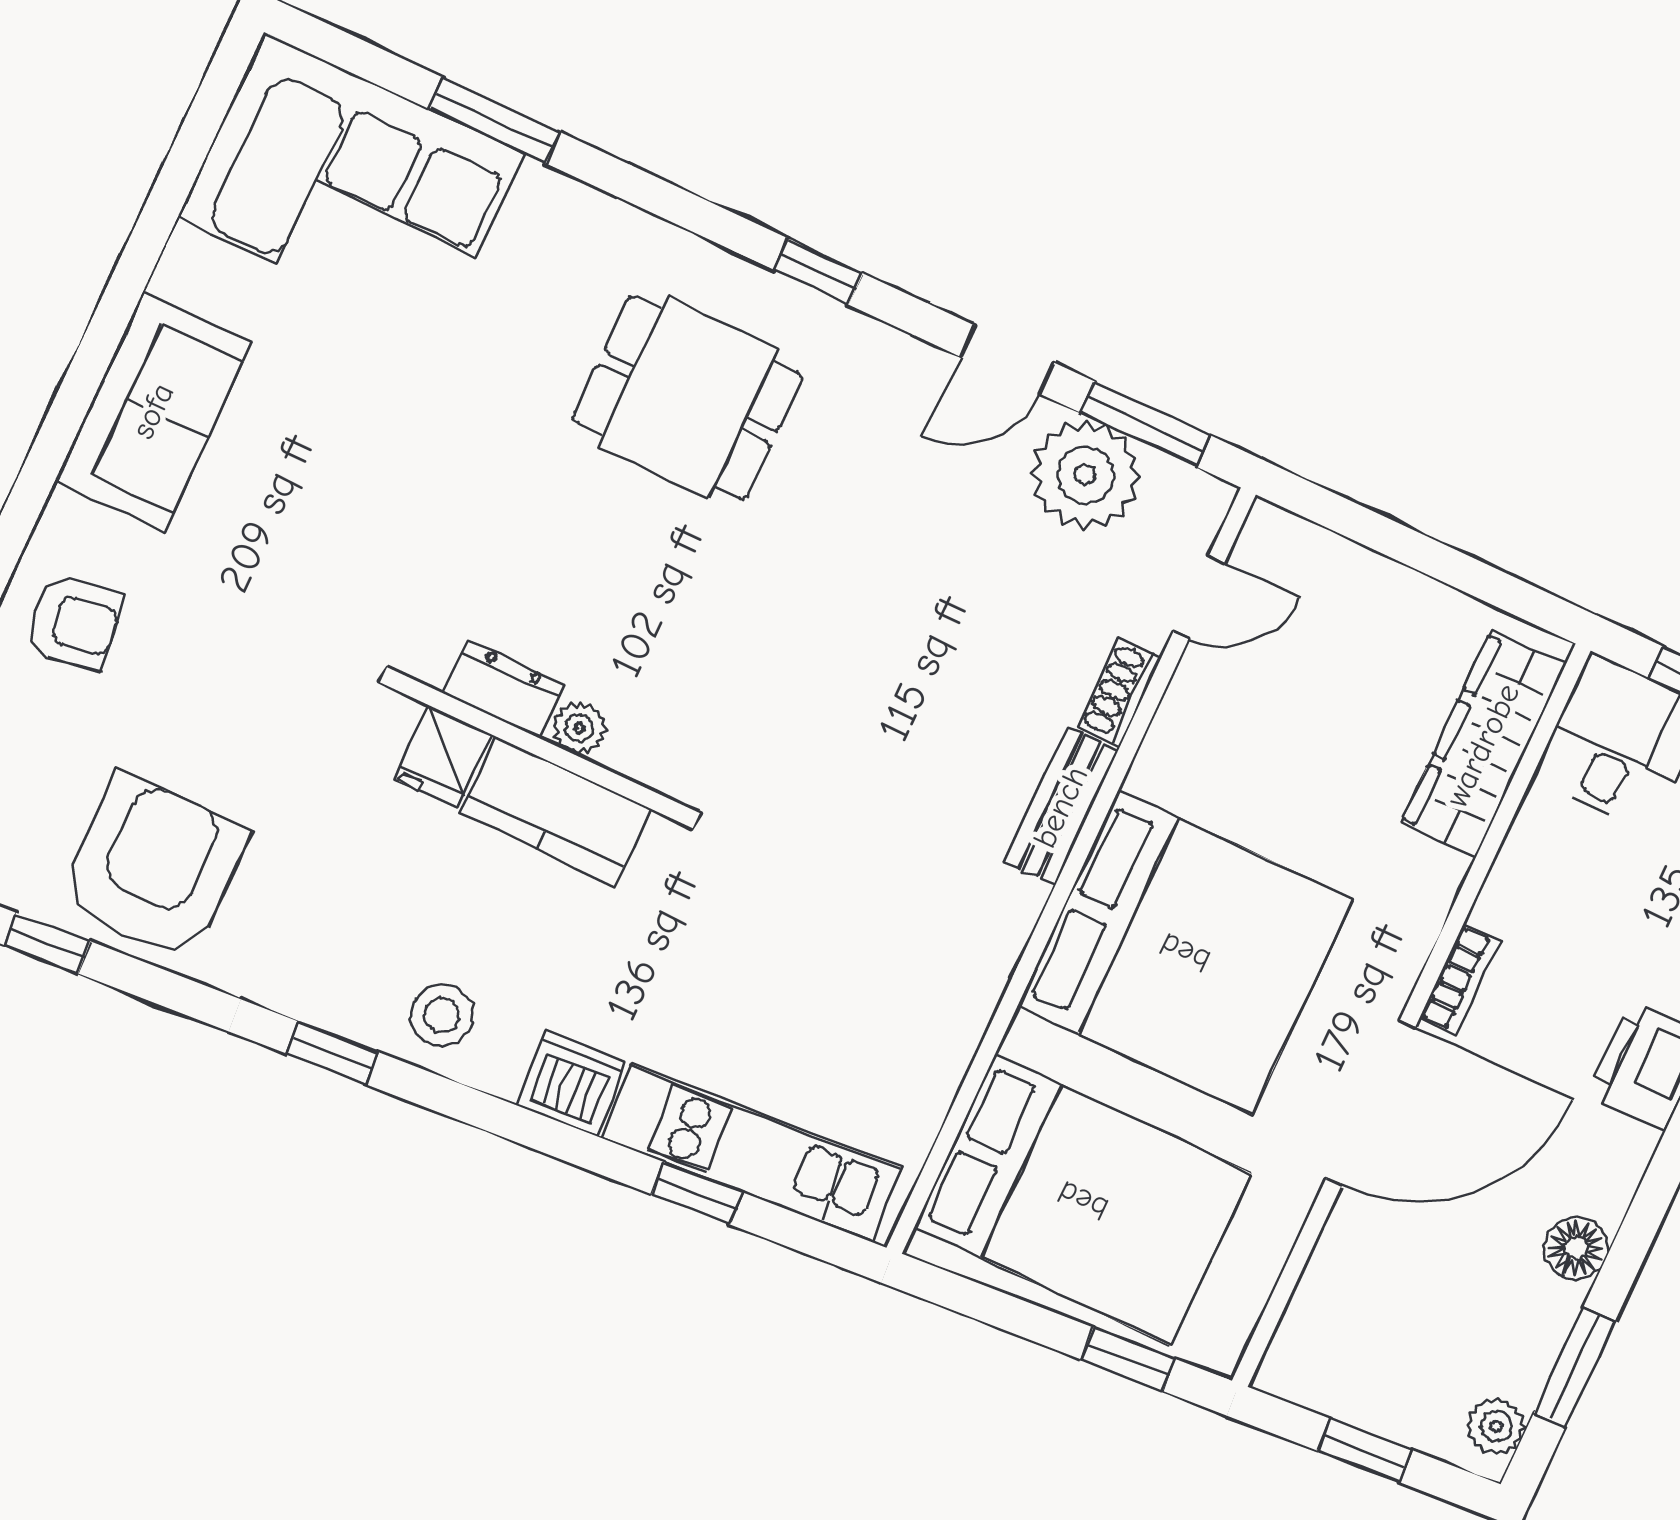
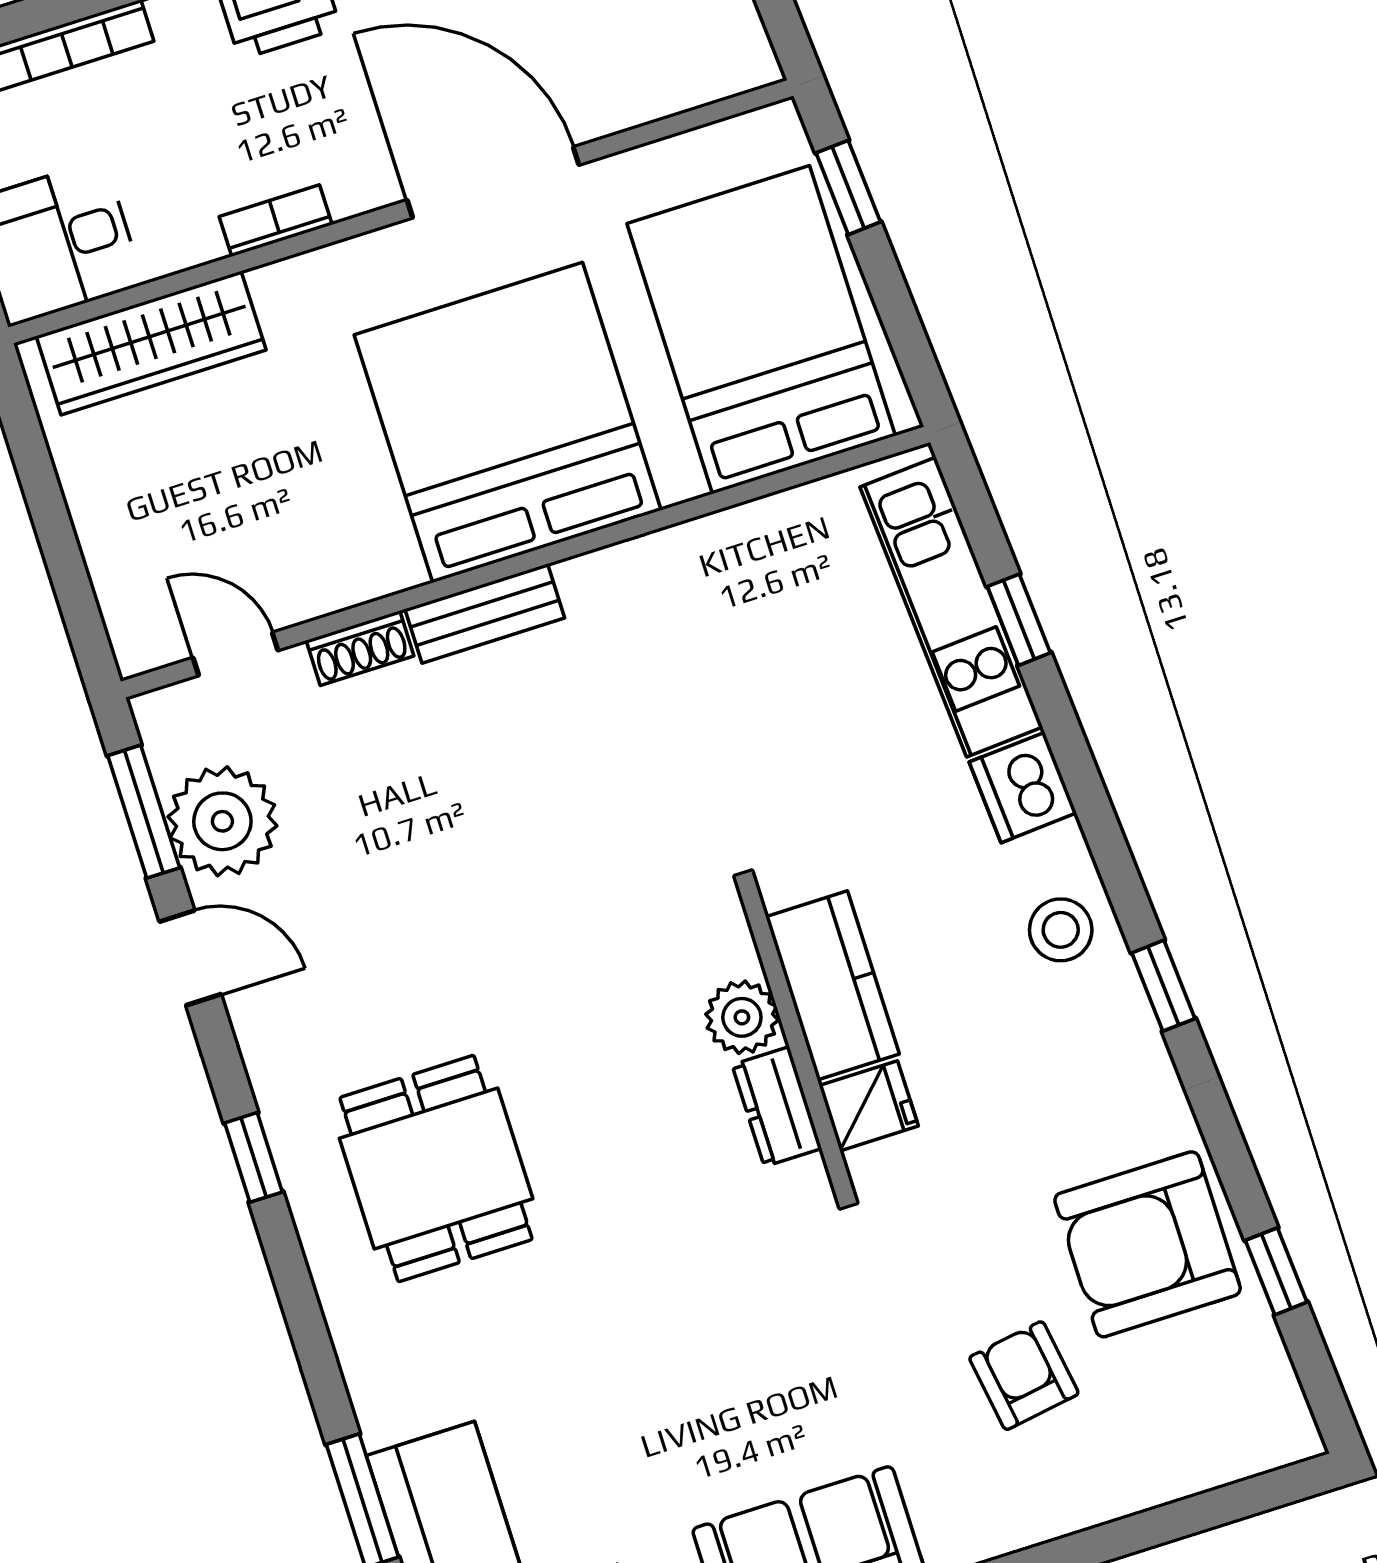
armchair: (74, 623) -> (1024, 1376), moved
plant: (579, 728) -> (742, 1017), width x1.38, depth x1.38
bookcase: (1460, 980) -> (276, 221), moved

